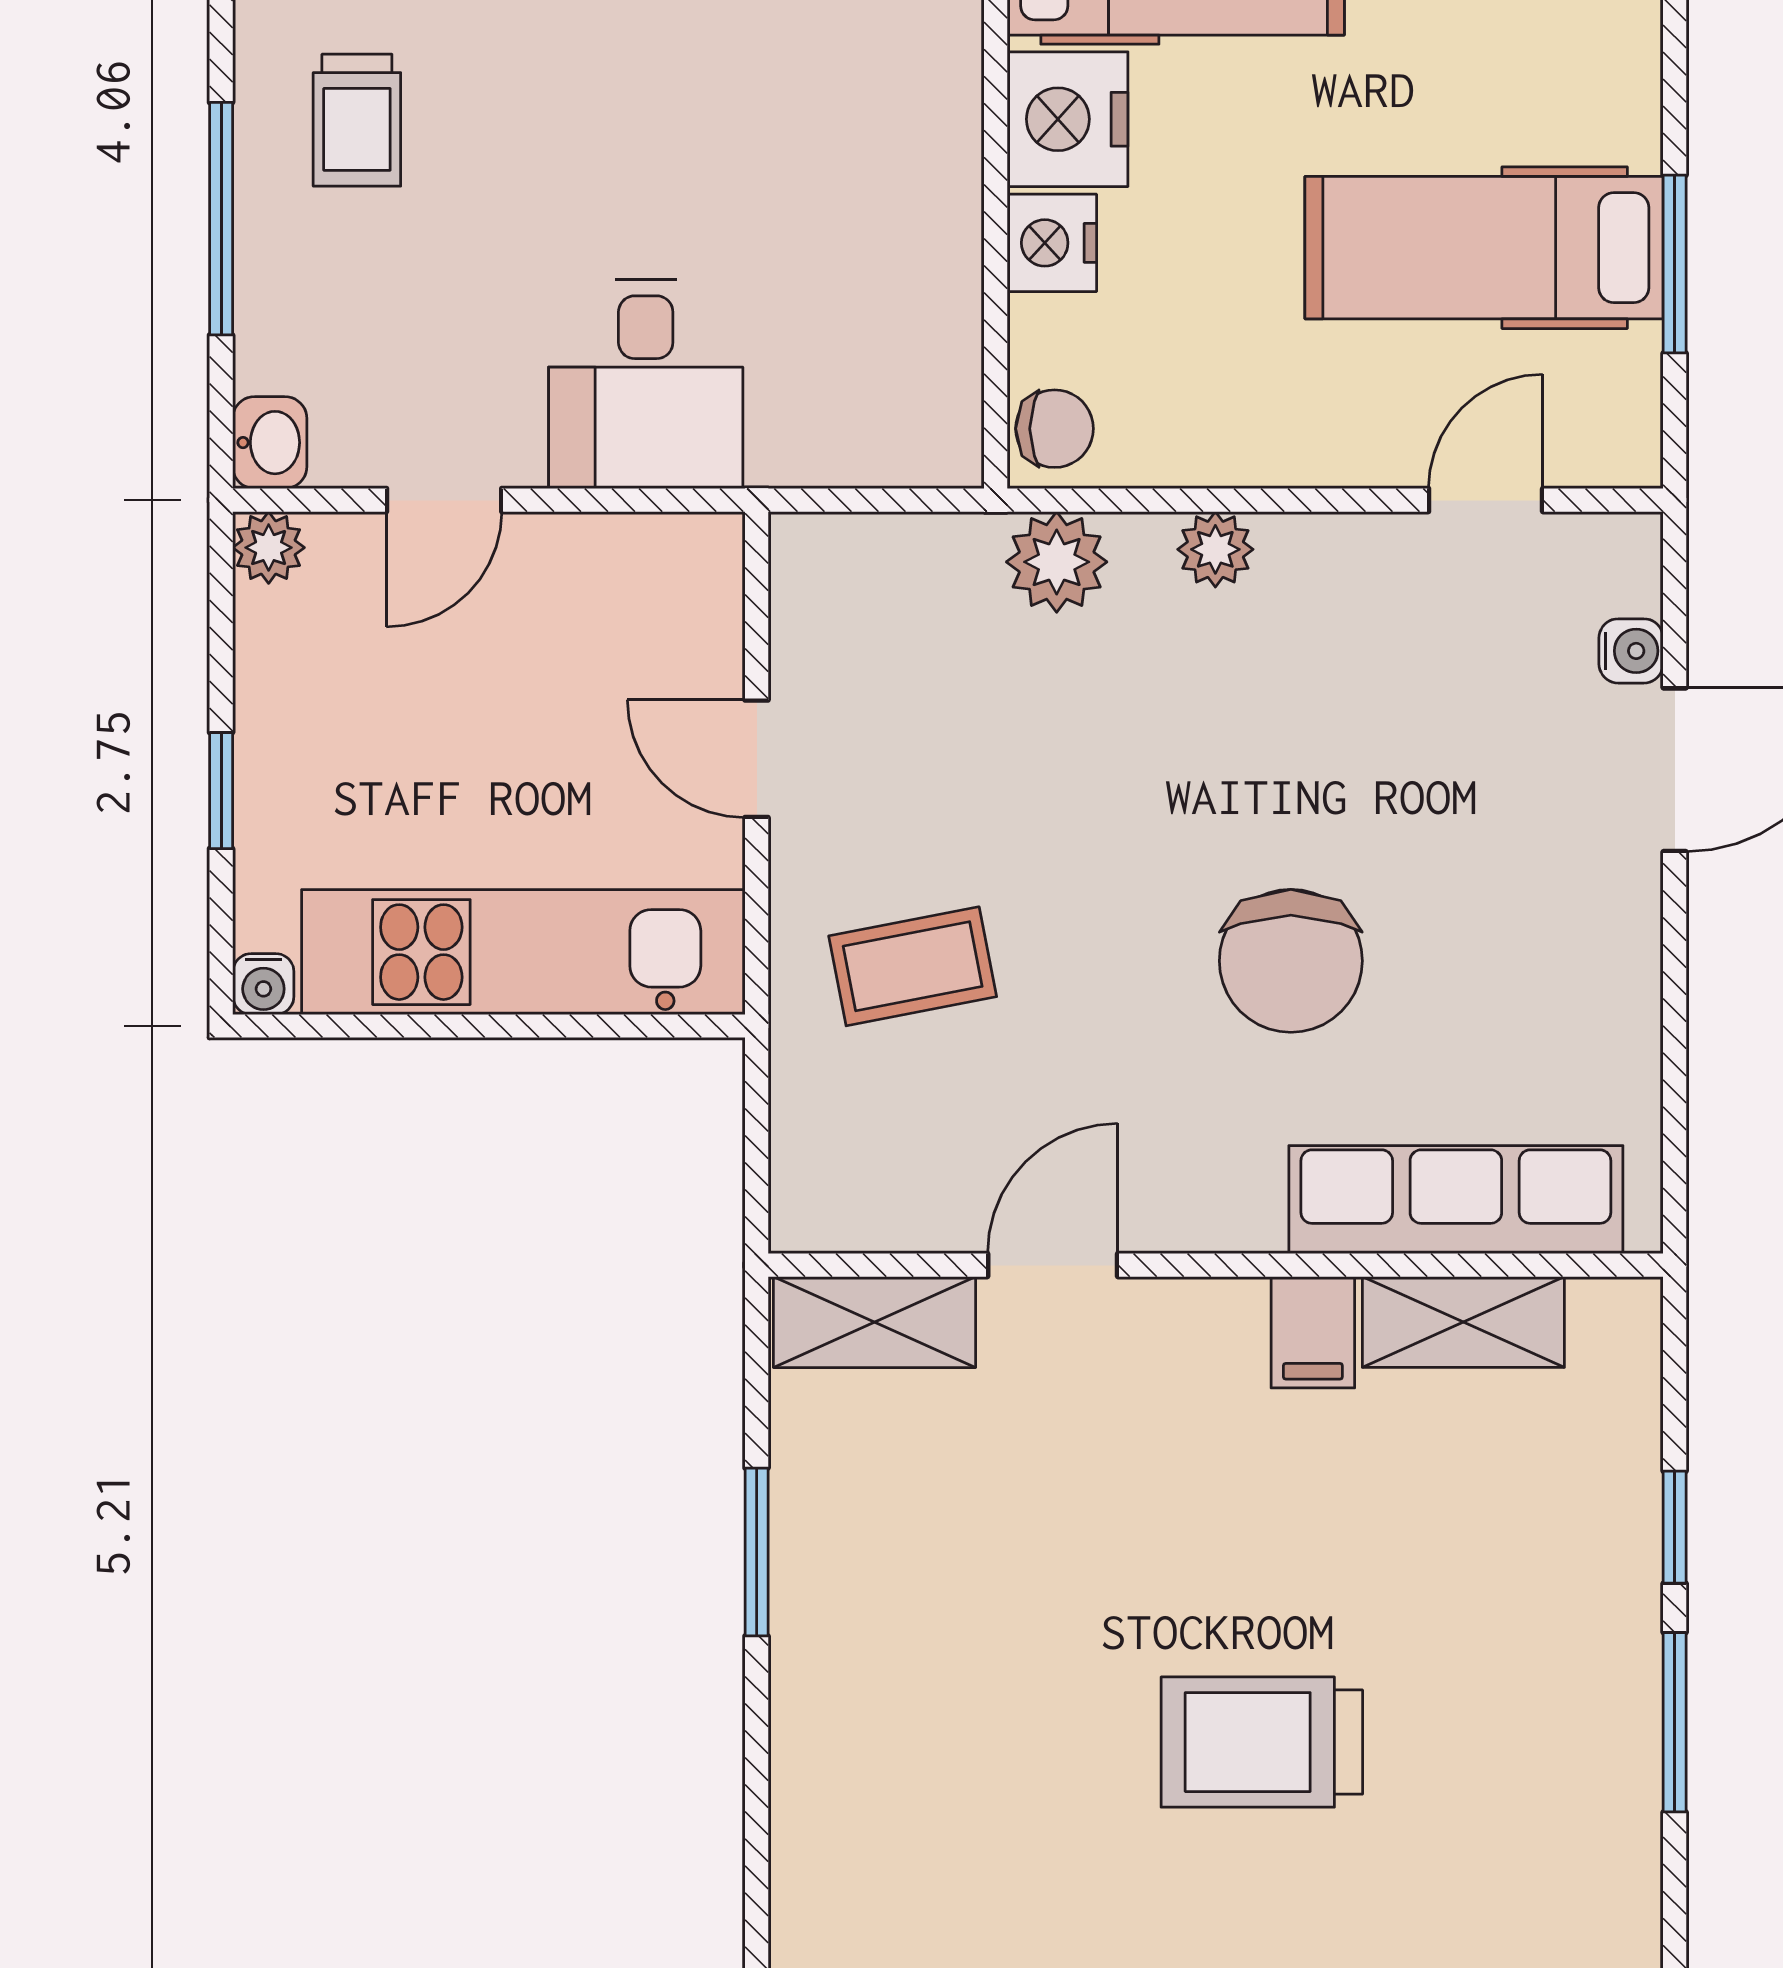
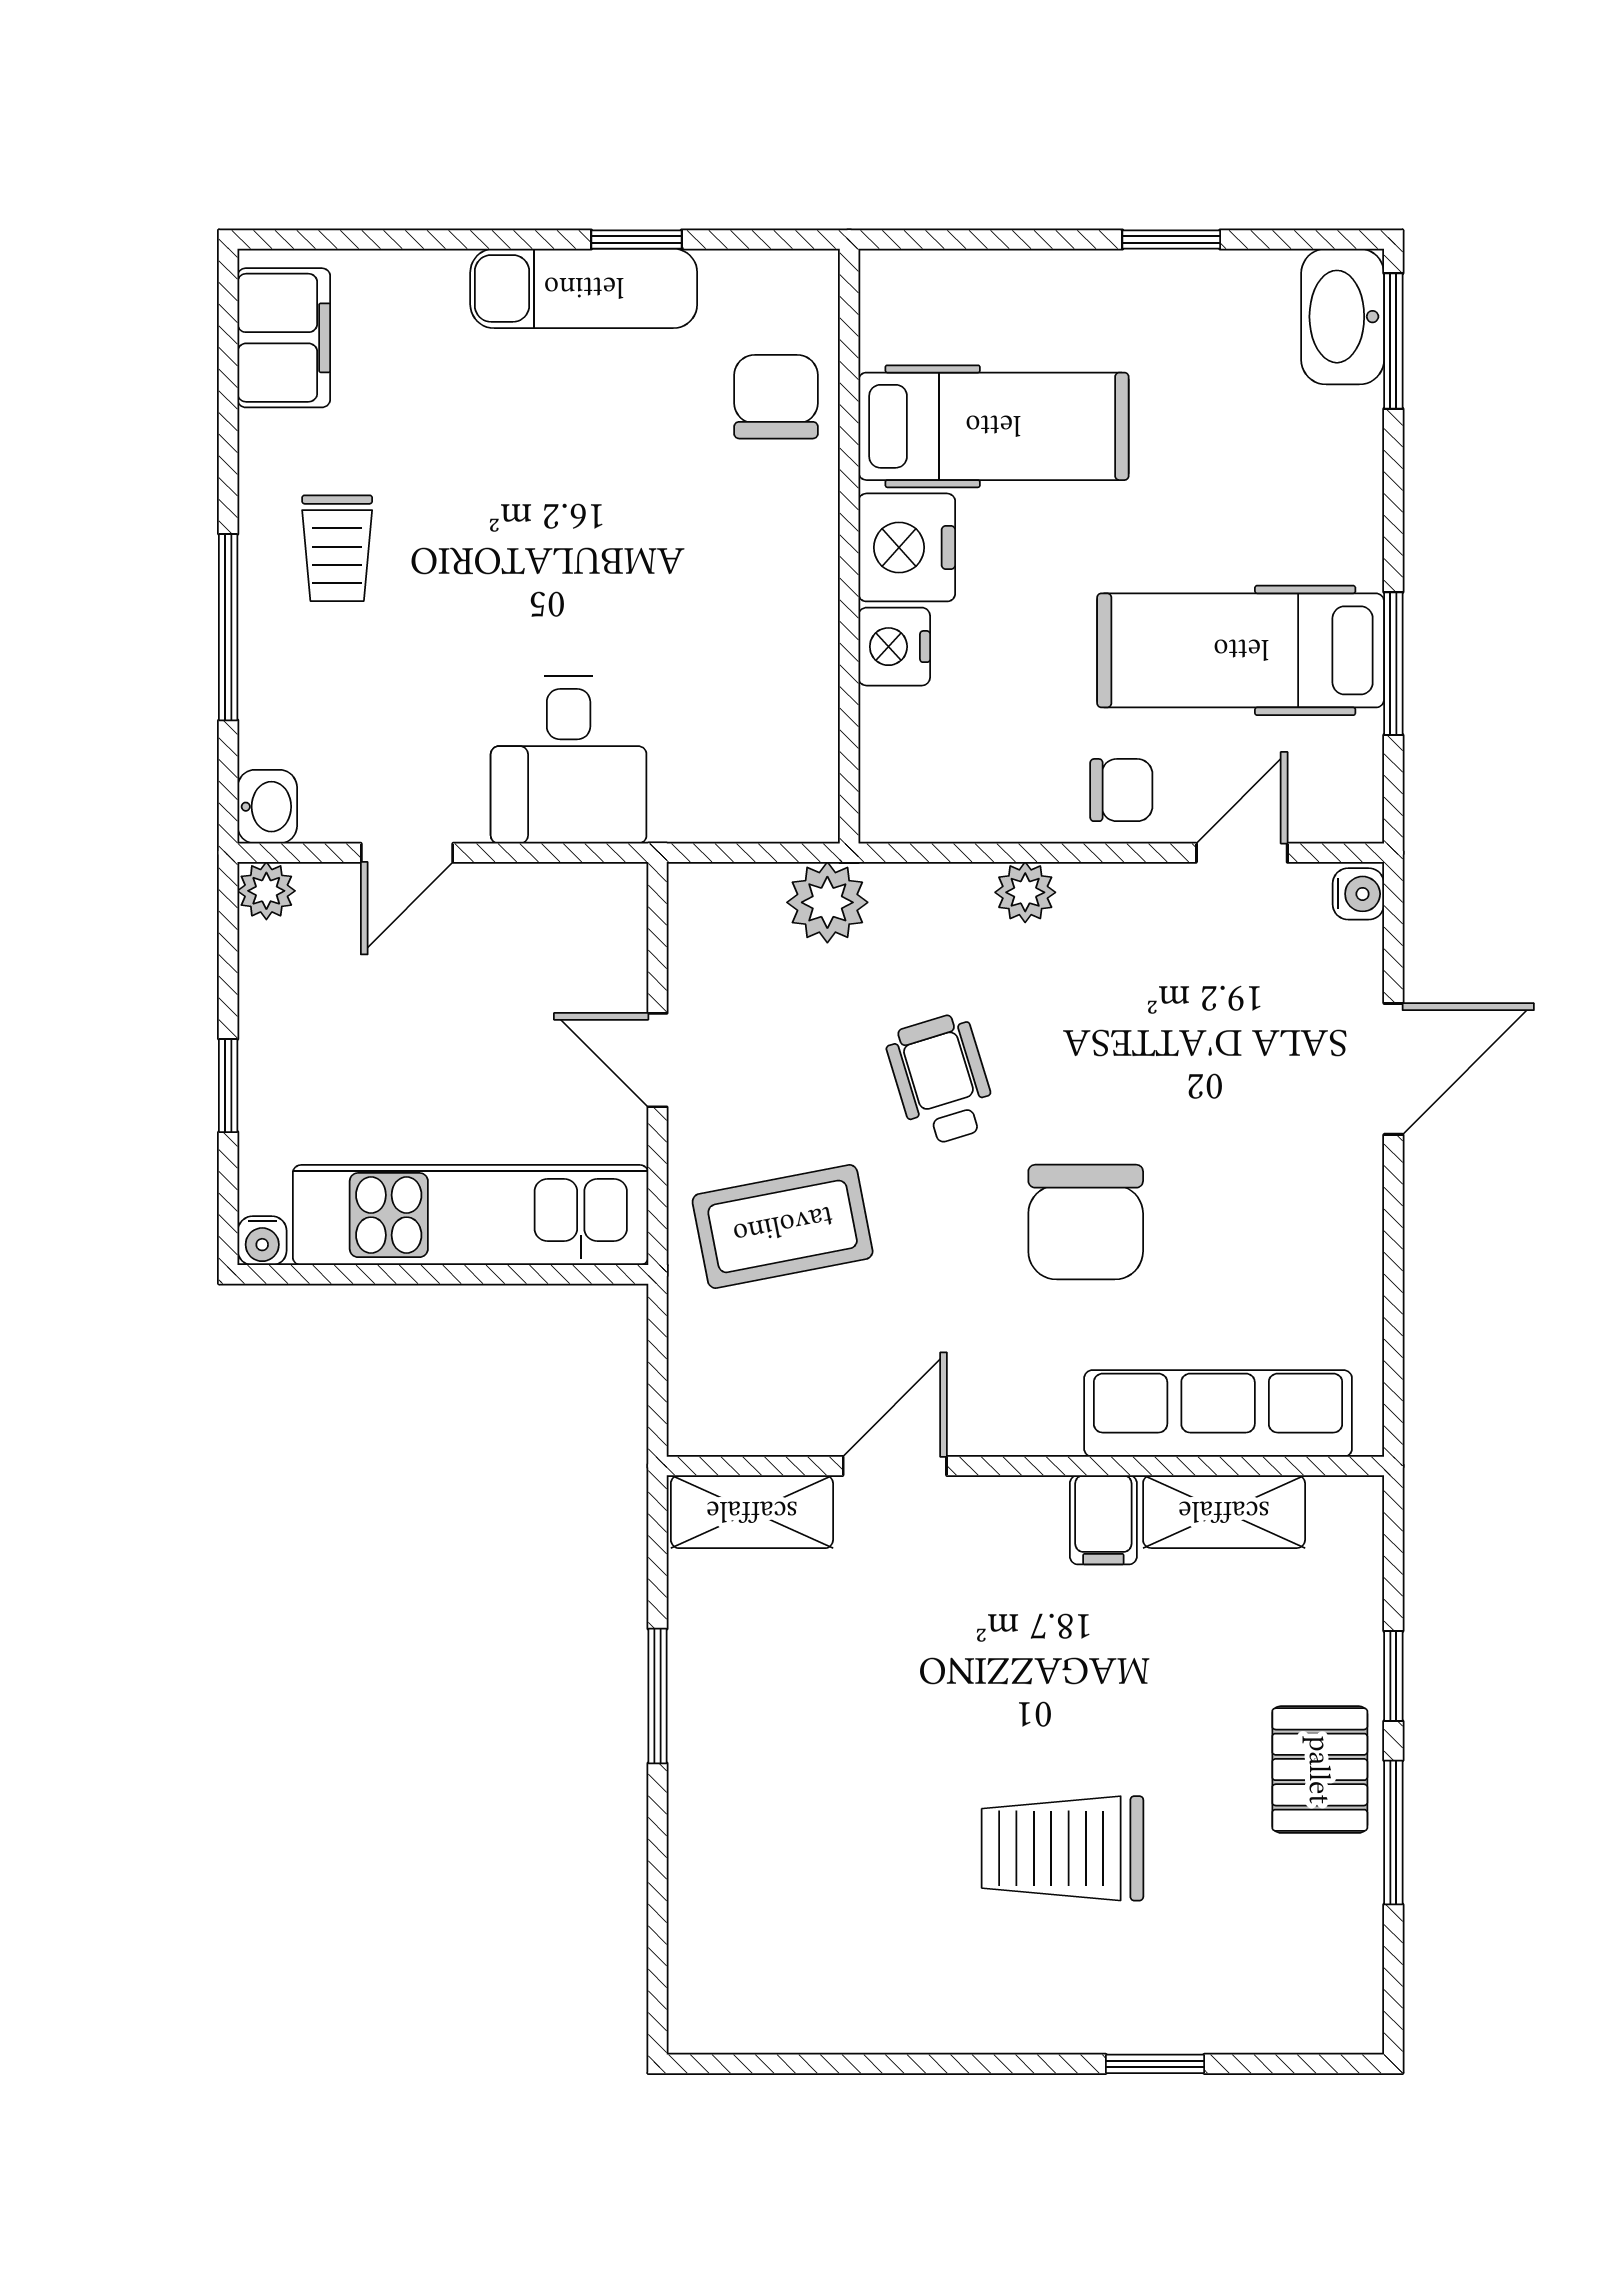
chair: (1055, 429) -> (1121, 790), moved
plant: (1057, 562) -> (827, 902), moved
water cooler: (1631, 651) -> (1358, 894), moved
wheelchair: (1111, 783) -> (941, 1080), added
coffee table: (913, 966) -> (783, 1226), width x1.36, depth x1.30
pallet: (1583, 1644) -> (1320, 1770), added

